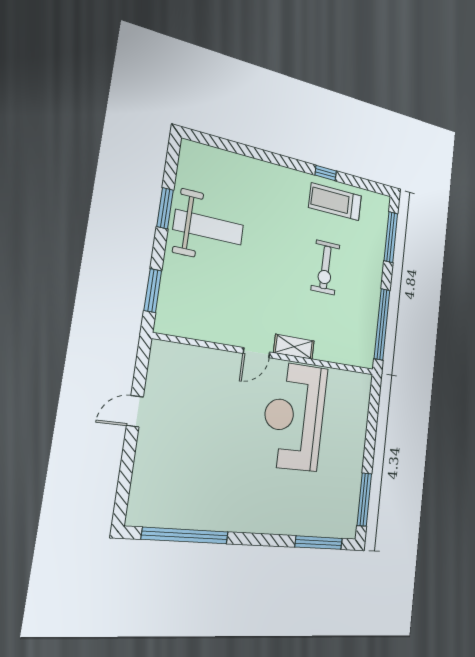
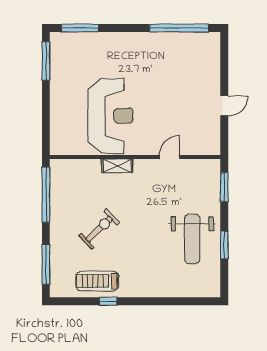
treadmill: (335, 202) -> (97, 281), turned 180
weight bench: (209, 227) -> (192, 239), turned -90
exercise bike: (325, 267) -> (99, 229), turned 46
door: (257, 353) -> (170, 157), moved

